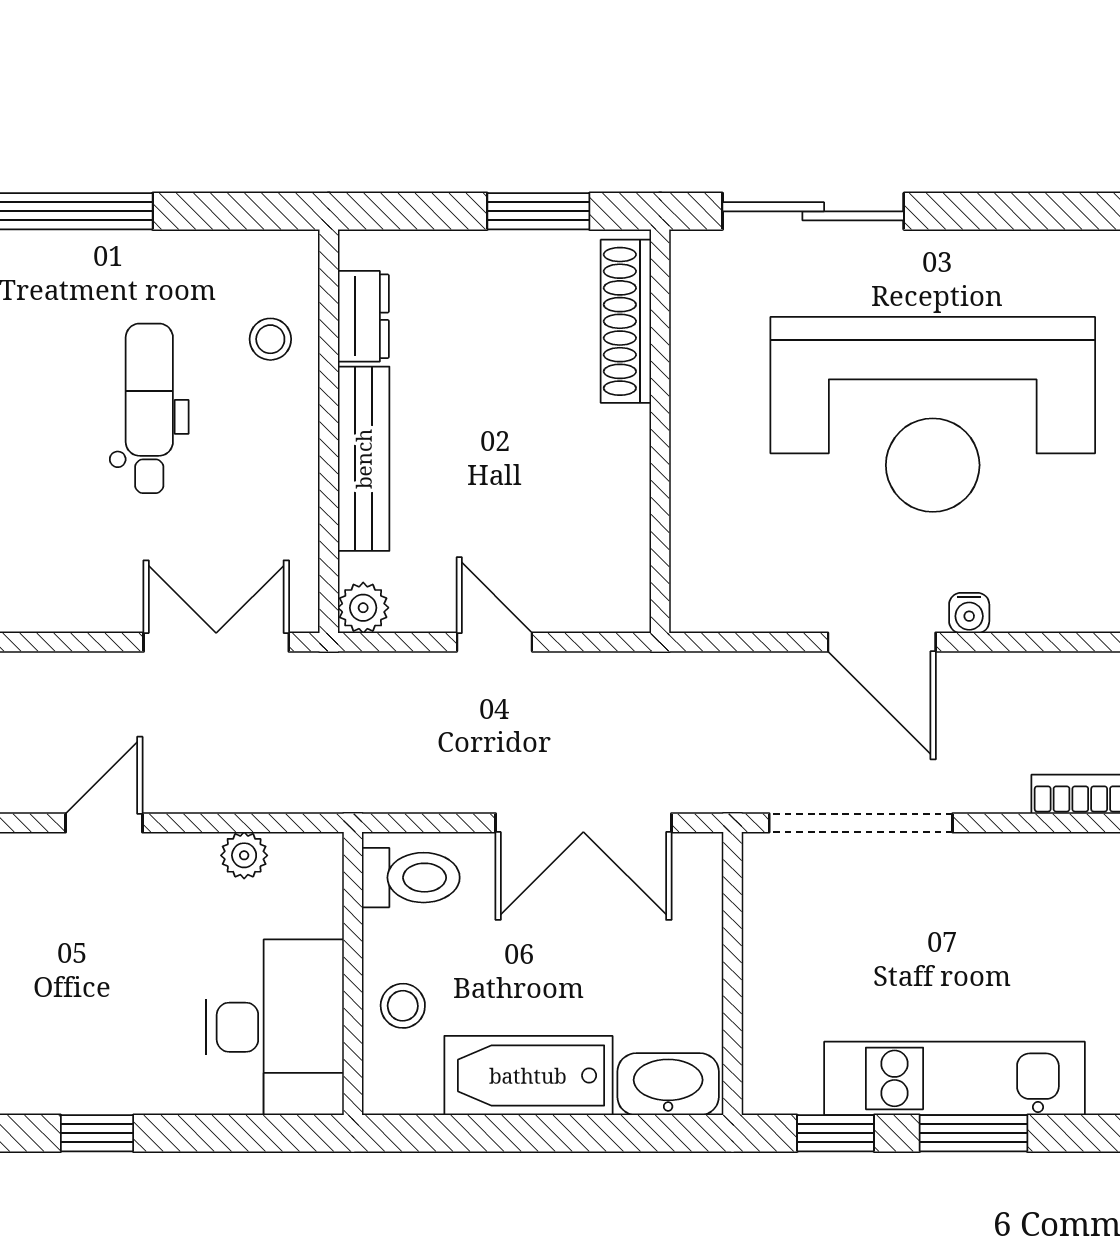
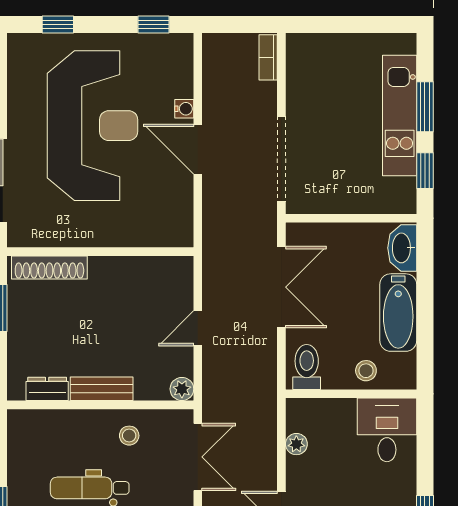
stool: (270, 339) -> (129, 436), moved
bench: (364, 459) -> (102, 389), width x0.73
double door: (216, 642) -> (198, 457), swing flipped
door: (882, 642) -> (198, 149), swing flipped
desk: (275, 1027) -> (387, 430), width x0.73

